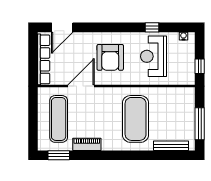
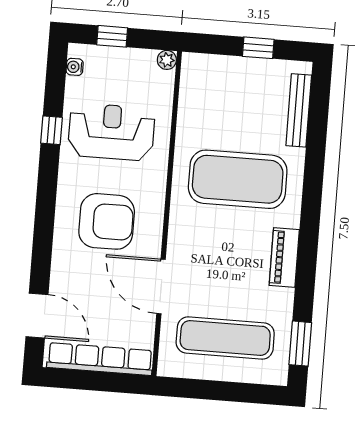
reception desk: (154, 56) -> (111, 132), turned 180
window: (200, 66) -> (112, 36), moved
plant: (190, 80) -> (167, 60), added
window: (200, 124) -> (258, 48), width x0.46
piano: (87, 144) -> (284, 258), moved

